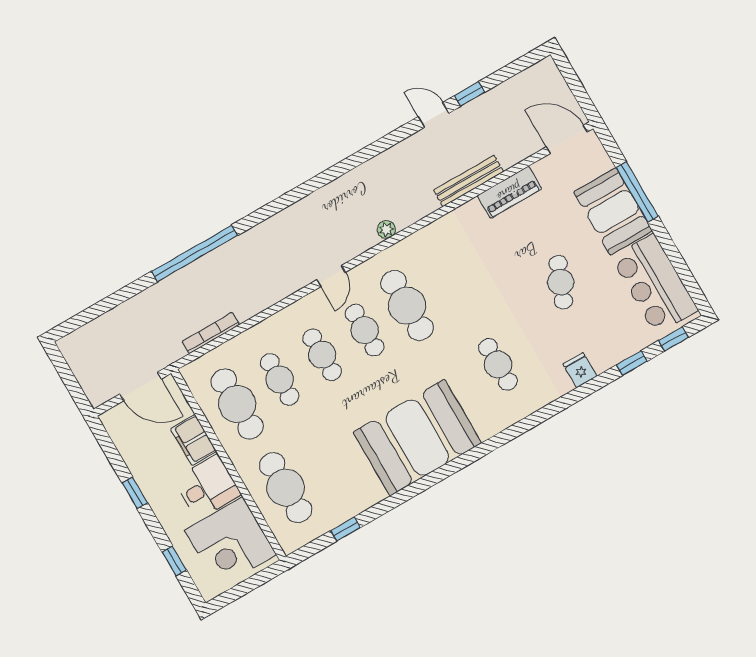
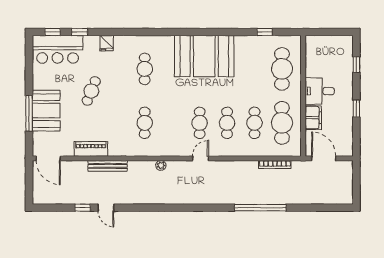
bar counter: (655, 284) -> (58, 49), moved, turned 90
cafe table: (407, 306) -> (145, 123), moved, width x0.73, depth x0.74
corner desk: (230, 542) -> (324, 58), removed

